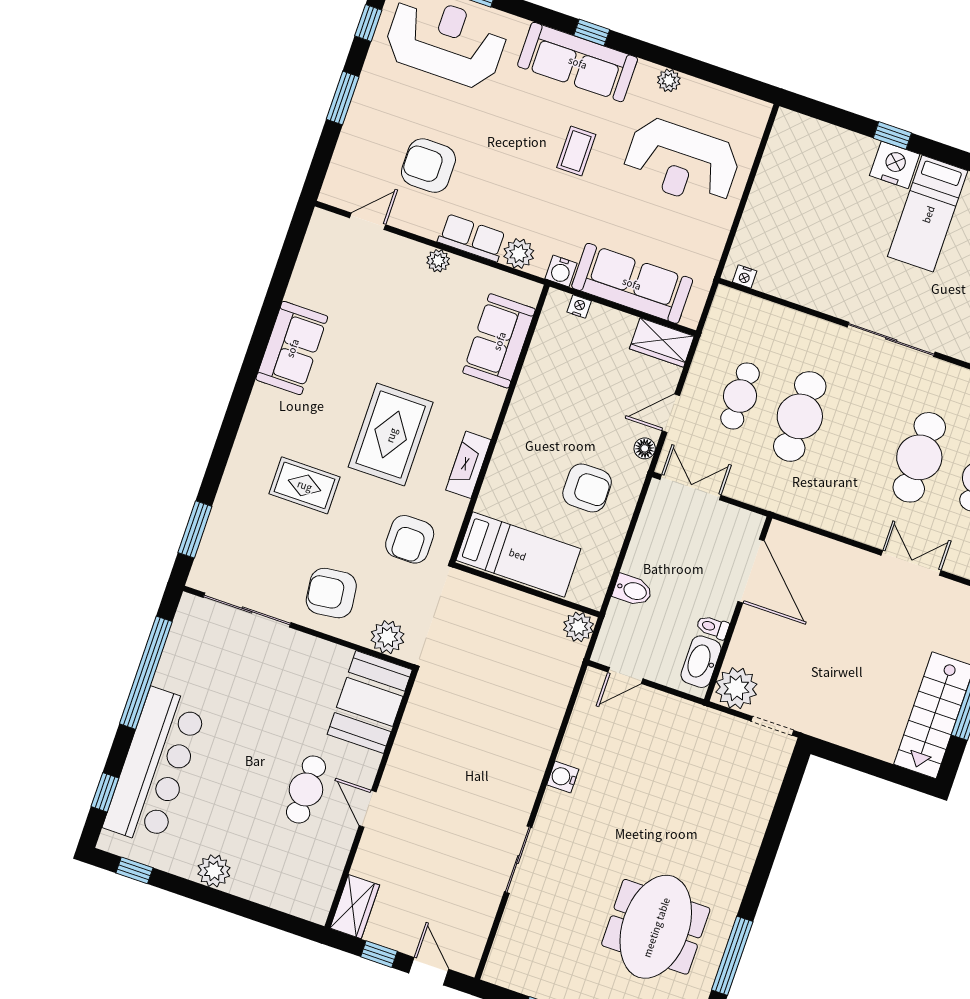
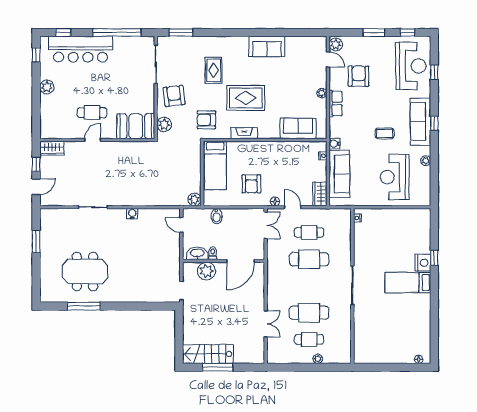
plant: (519, 254) -> (336, 44), moved
plant: (736, 688) -> (206, 271), moved

